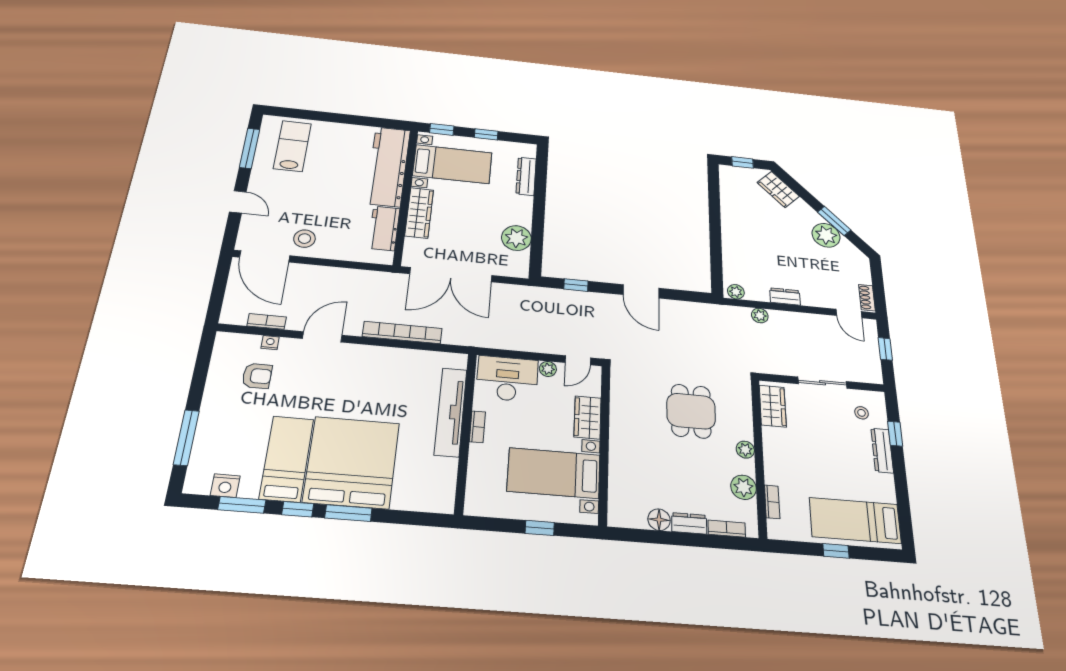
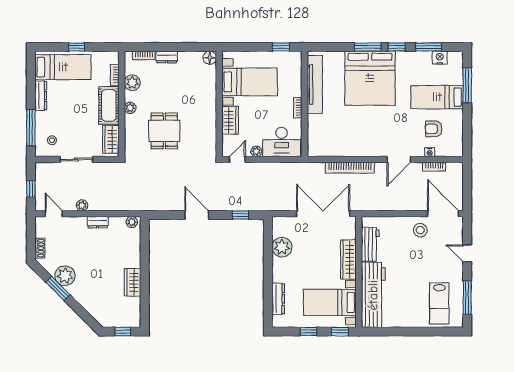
wardrobe: (778, 189) -> (133, 282), moved, turned -135
shoe rack: (867, 298) -> (40, 248), moved
plant: (760, 316) -> (82, 205), moved
tv unit: (451, 412) -> (315, 85), moved
window: (895, 434) -> (31, 128), width x2.17
dresser: (882, 451) -> (41, 96), moved
cot: (779, 456) -> (109, 105), added
bed: (287, 459) -> (437, 97), moved, turned 90
floor lamp: (659, 520) -> (210, 58), moved
window: (540, 528) -> (281, 47), moved

